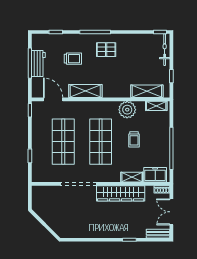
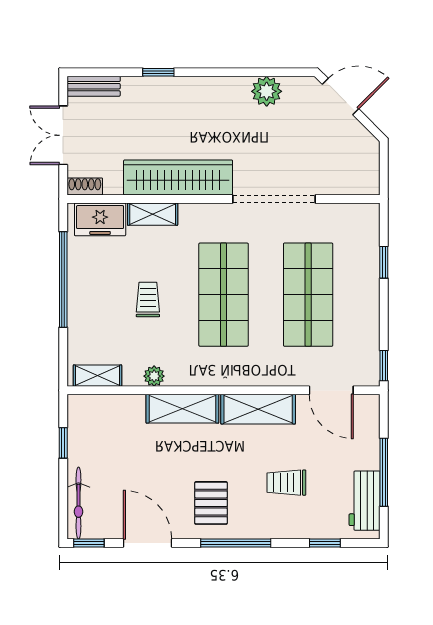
door: (134, 32) -> (148, 543), added
pallet: (106, 50) -> (211, 503), turned 90
workbench: (38, 63) -> (365, 501), moved
shelving: (147, 91) -> (182, 409), moved
plant: (127, 110) -> (154, 376), width x0.53, depth x0.53
double door: (171, 212) -> (63, 135), swing flipped
door: (49, 229) -> (340, 97), added
plant: (82, 231) -> (267, 91), added

